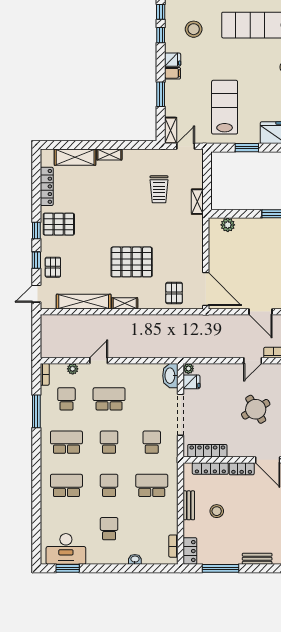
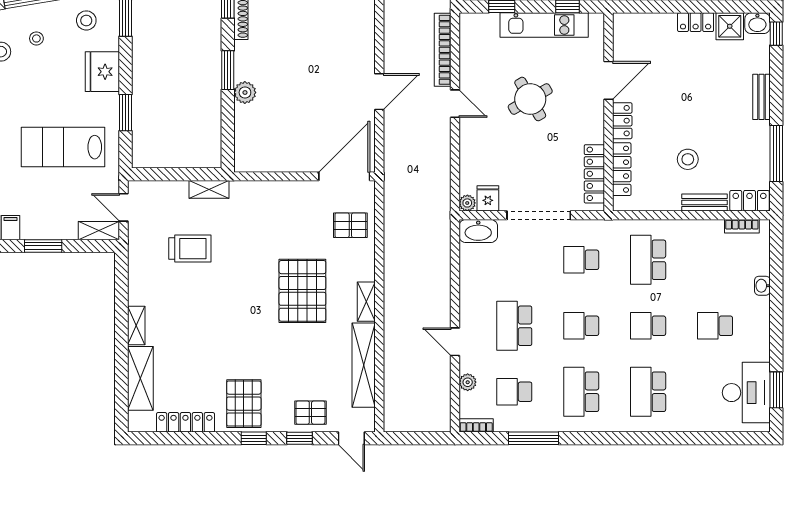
plant: (228, 225) -> (245, 93), moved
bench: (189, 505) -> (705, 203), moved

